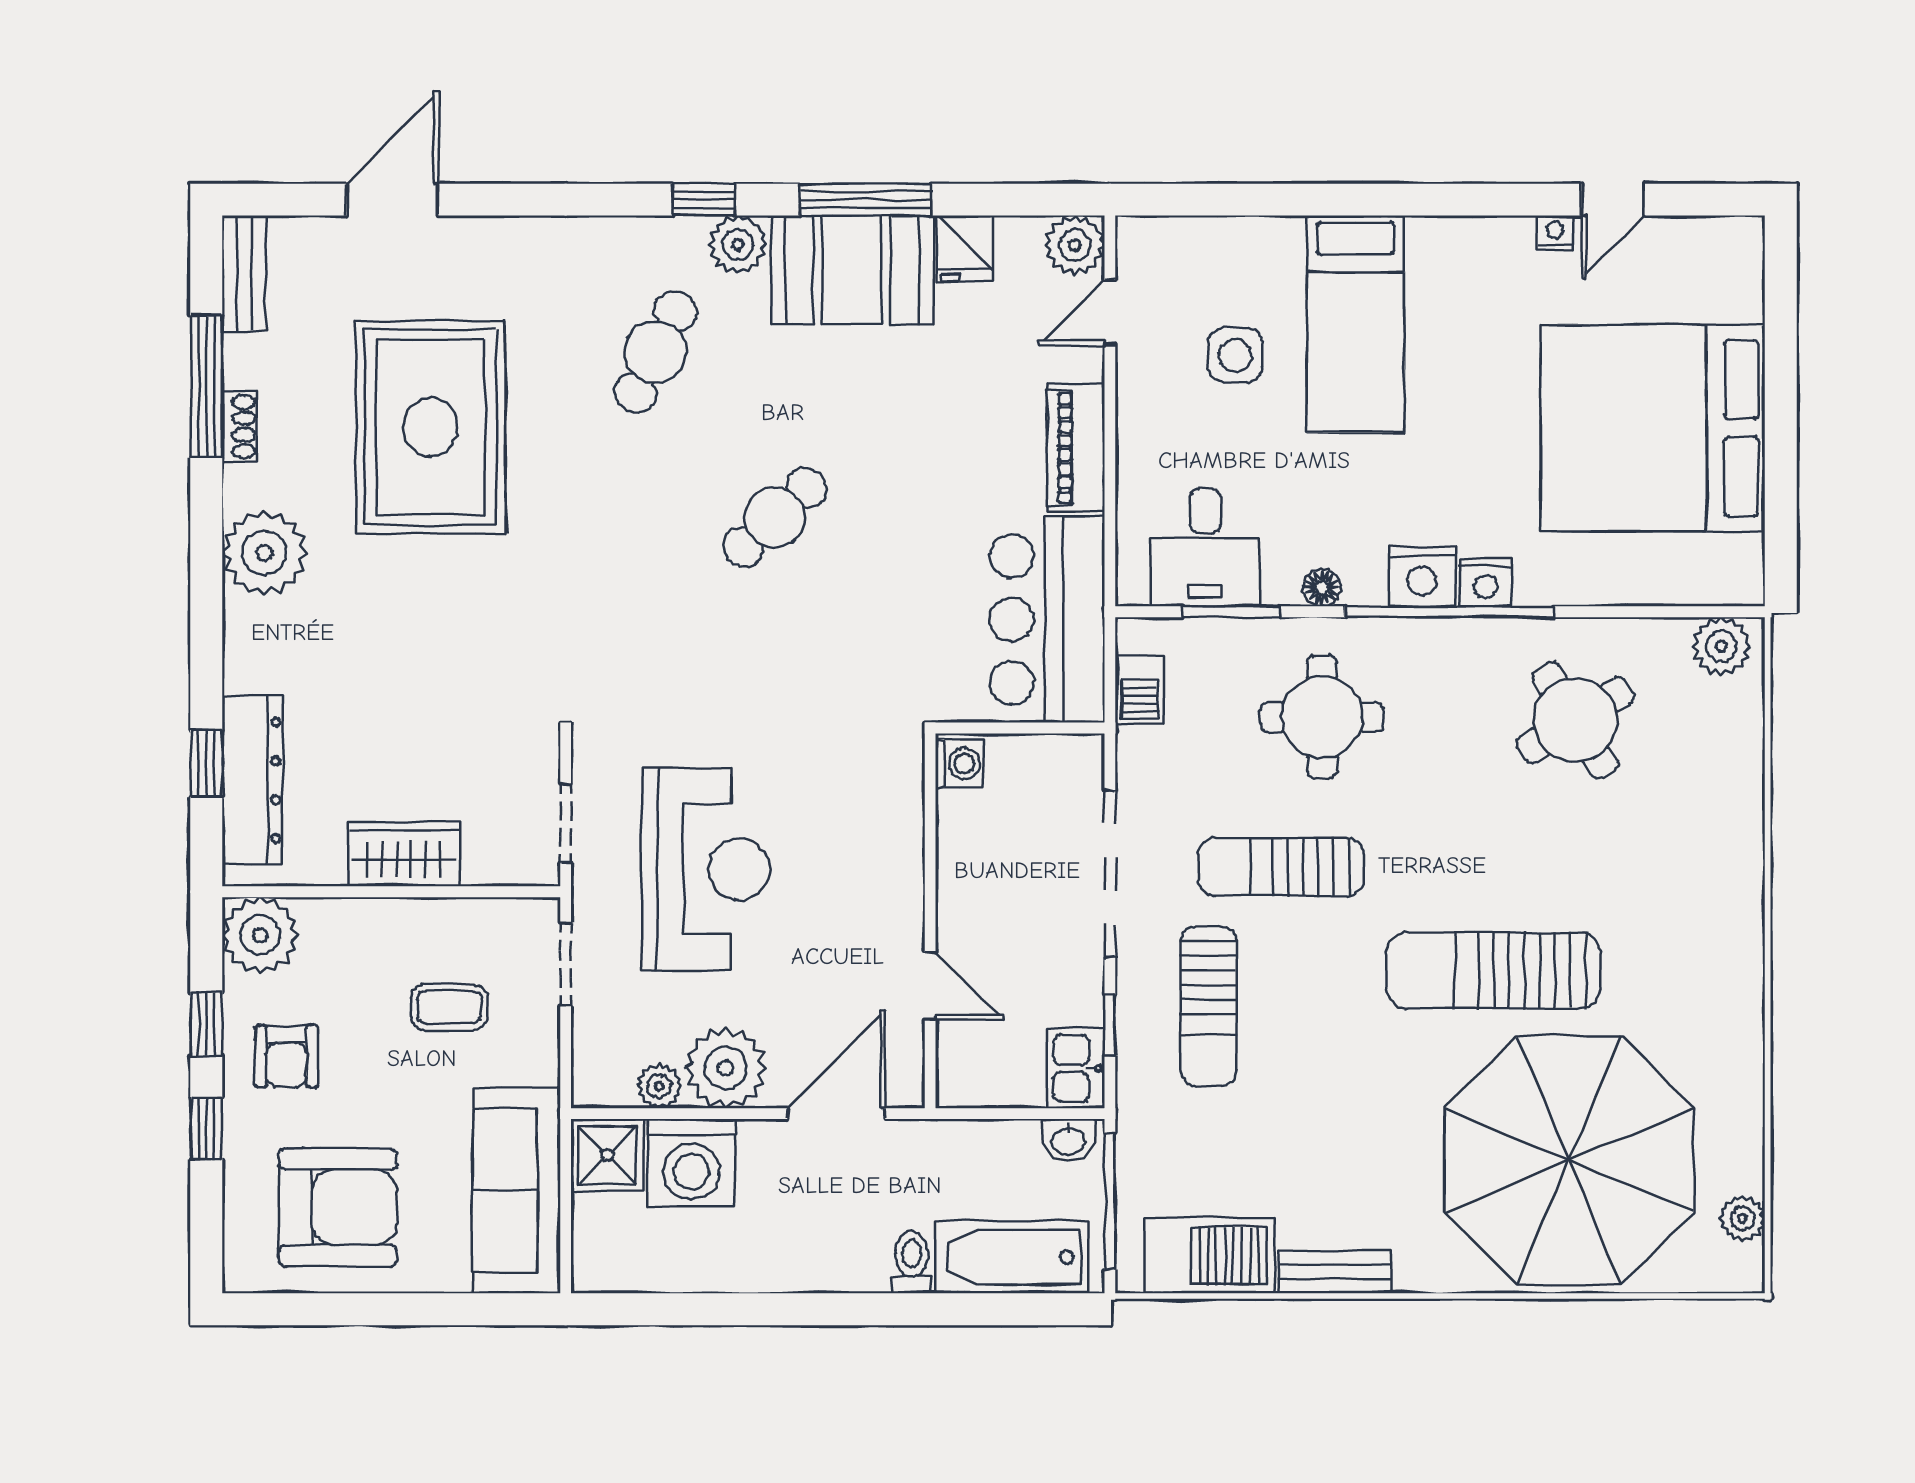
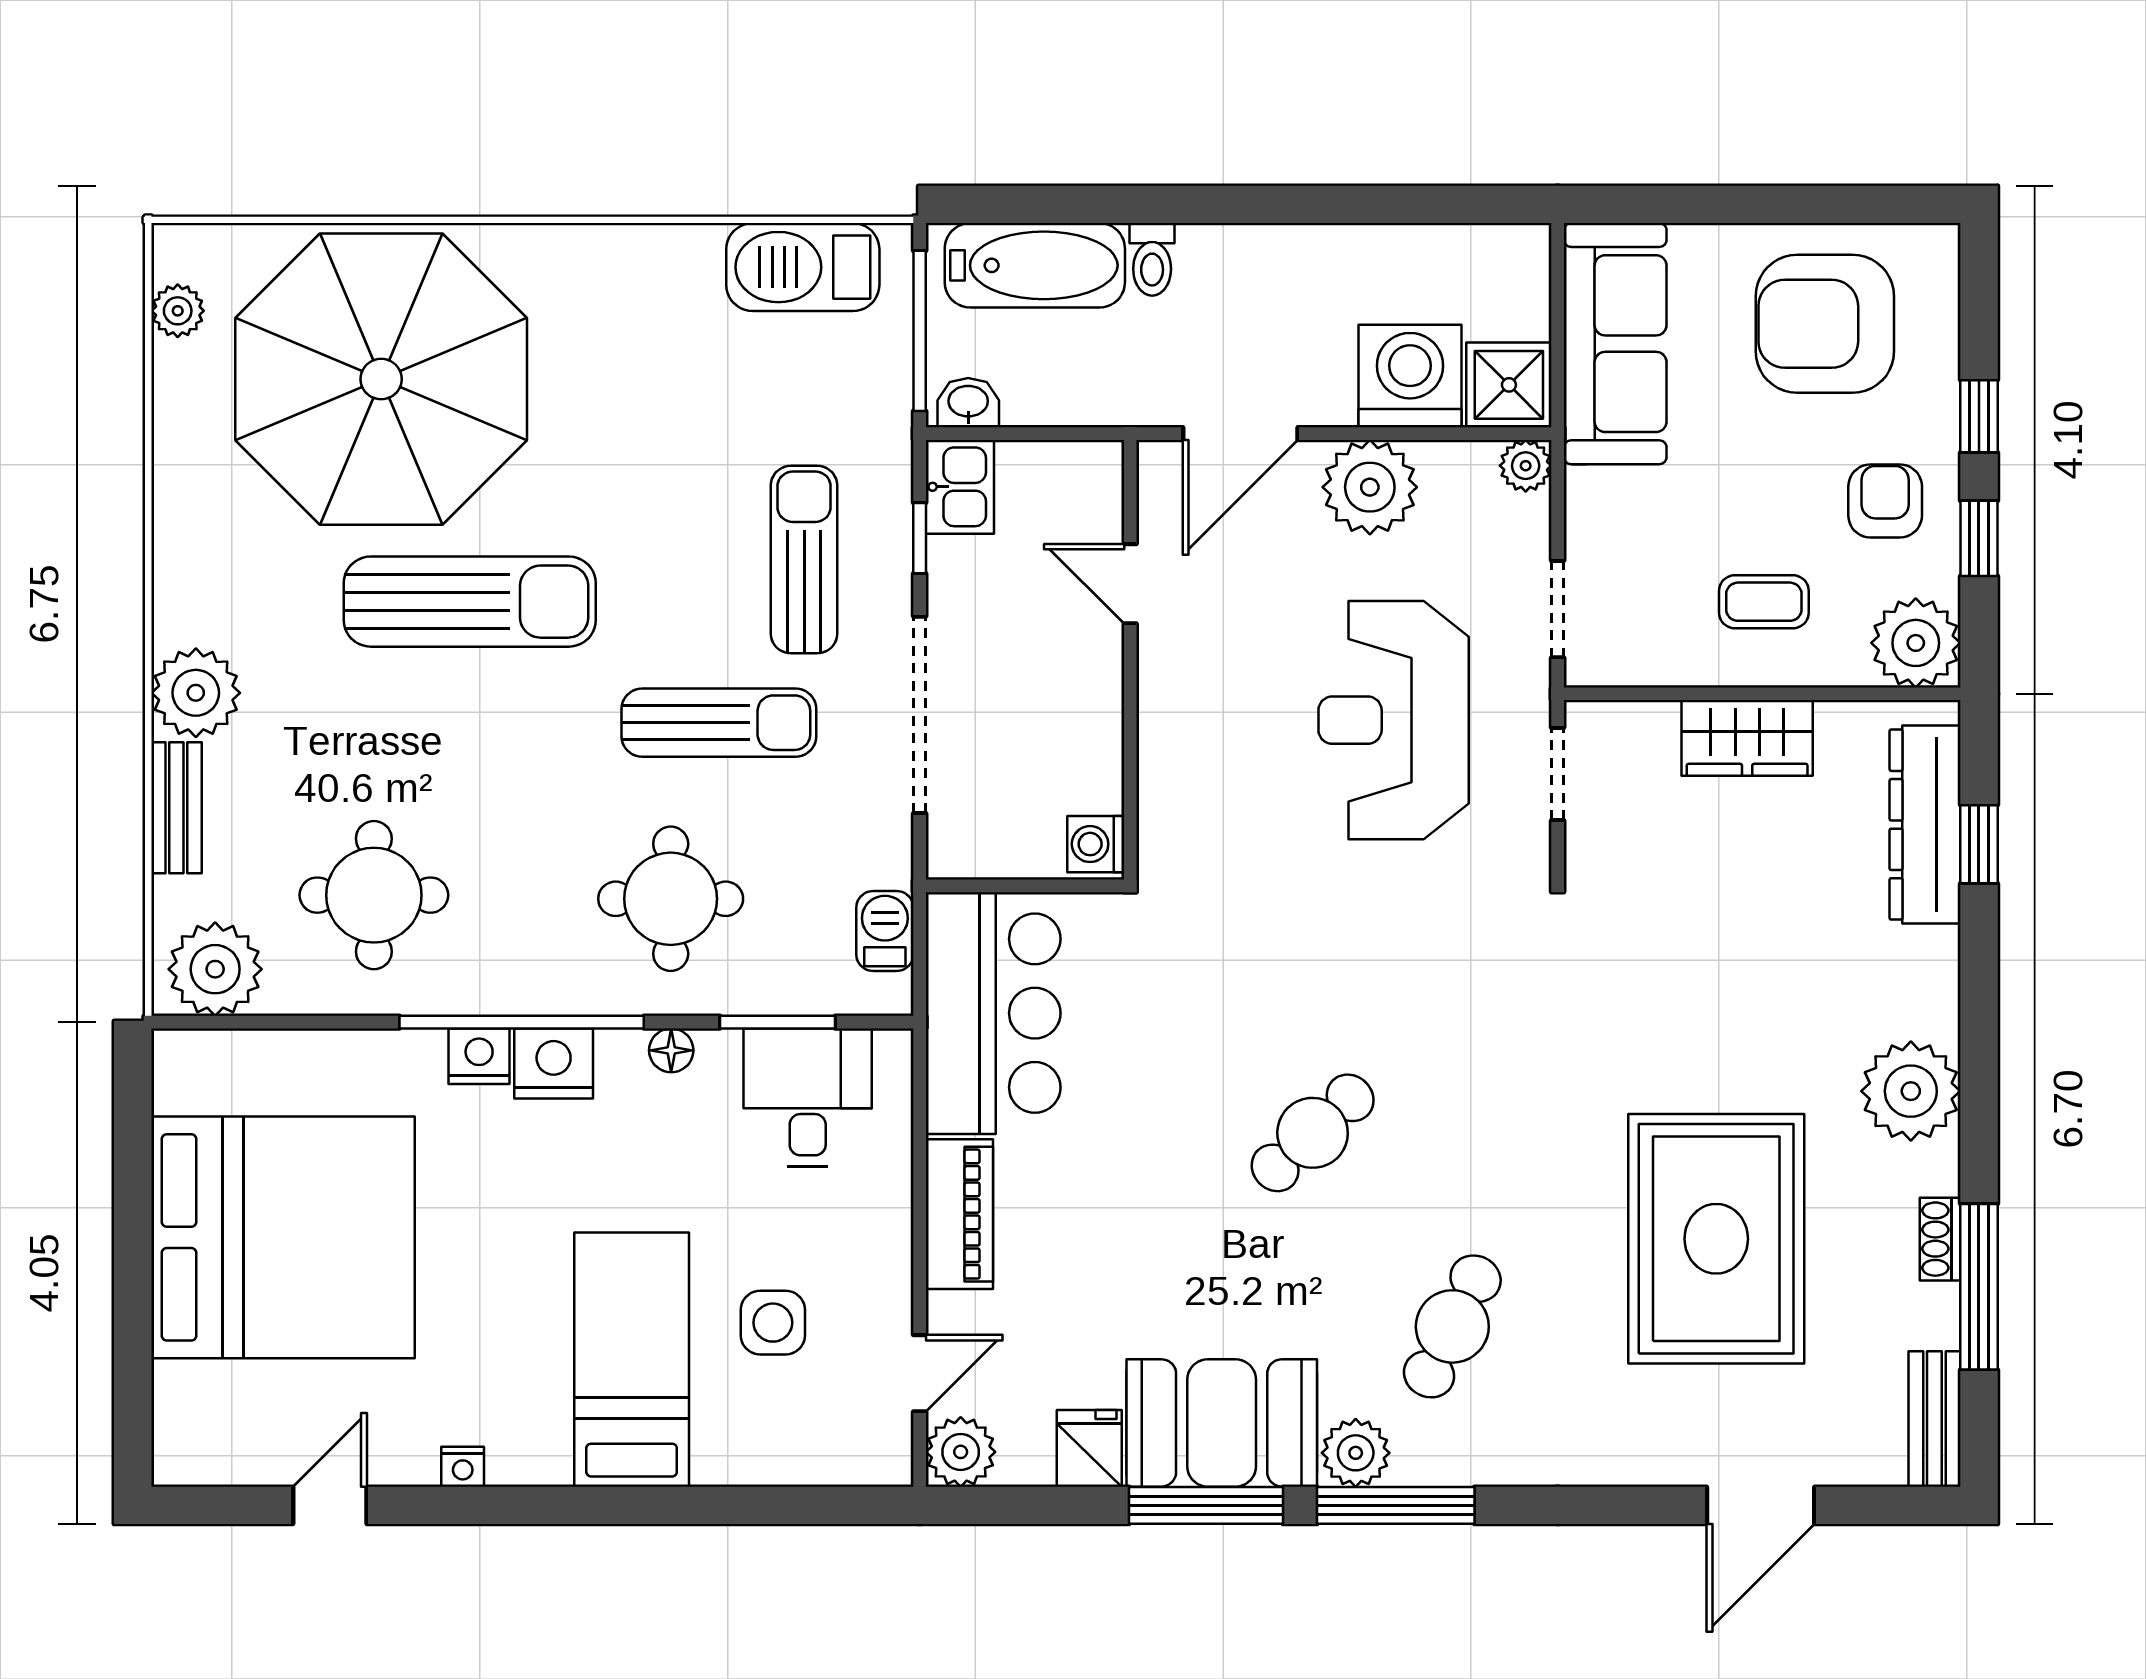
window: (704, 200) -> (1396, 1505), width x2.17
nightstand: (1555, 233) -> (463, 1467), moved
plant: (1721, 646) -> (215, 969), width x1.36, depth x1.36
round table: (1575, 720) -> (374, 895), turned 32
plant: (1727, 893) -> (196, 693), added
coffee table: (449, 1007) -> (1764, 602), moved
plant: (659, 1086) -> (1526, 466), moved
bench: (1335, 1272) -> (176, 808), moved, turned 90

